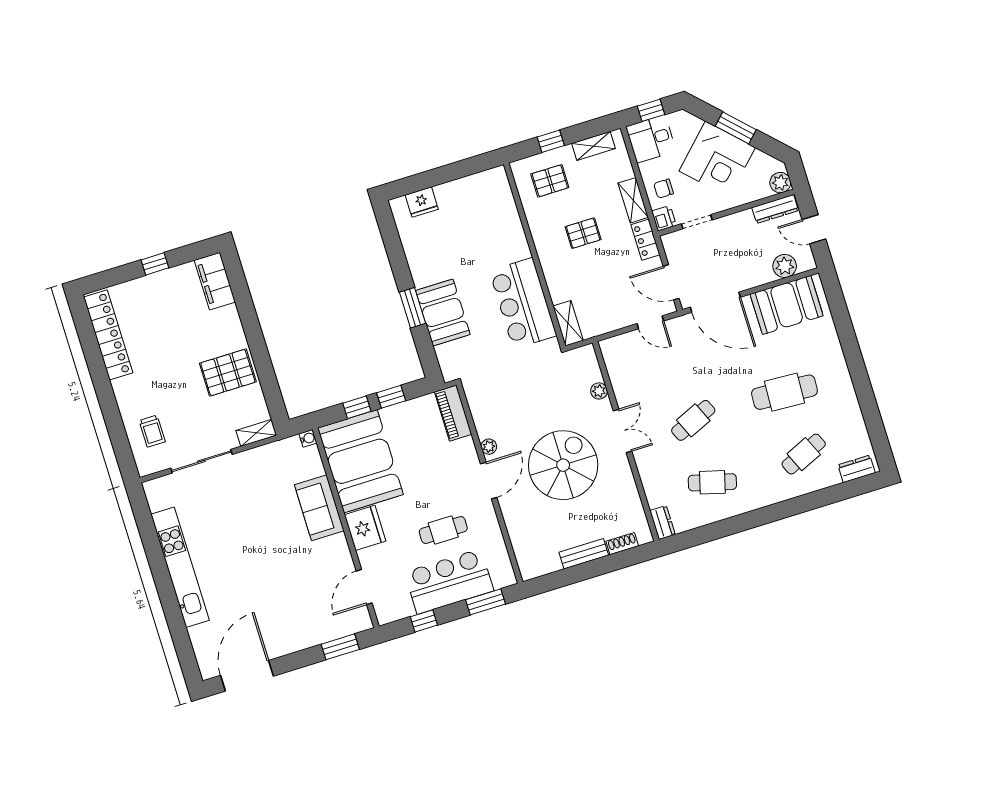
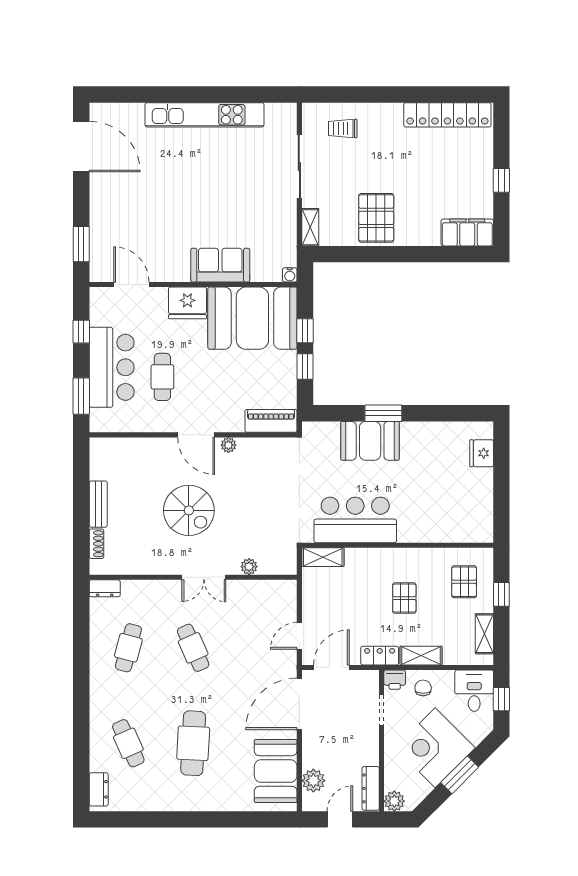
spiral stairs: (563, 465) -> (189, 510), width x0.73, depth x0.73

